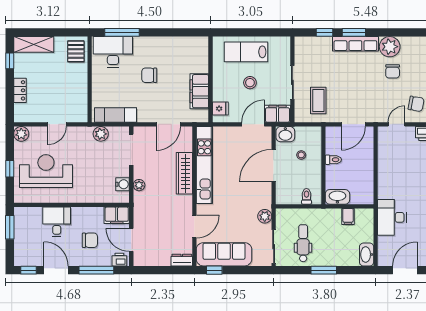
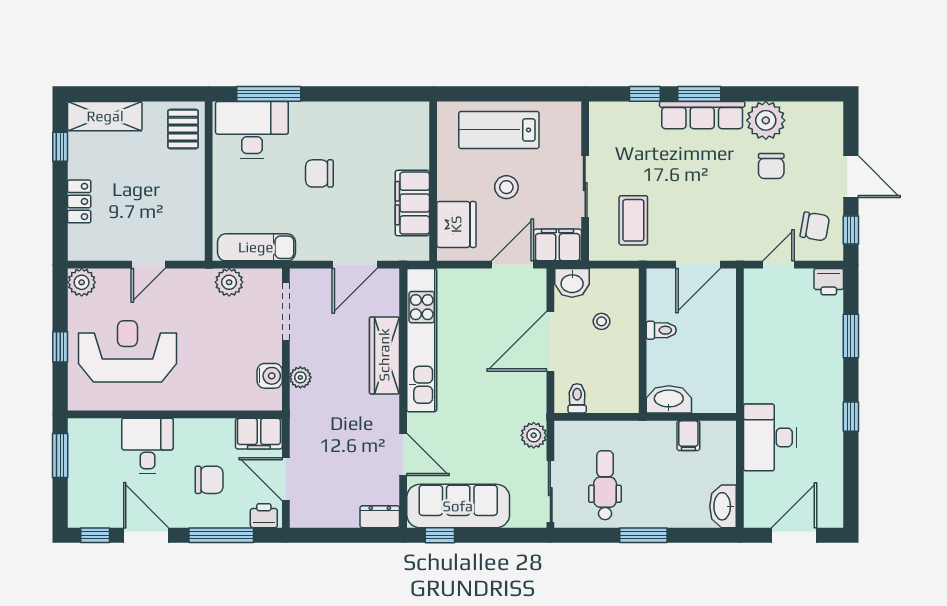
fridge: (220, 109) -> (456, 224), width x1.88, depth x1.34
toilet: (306, 196) -> (577, 398), moved
door: (194, 227) -> (403, 455), hinge flipped

